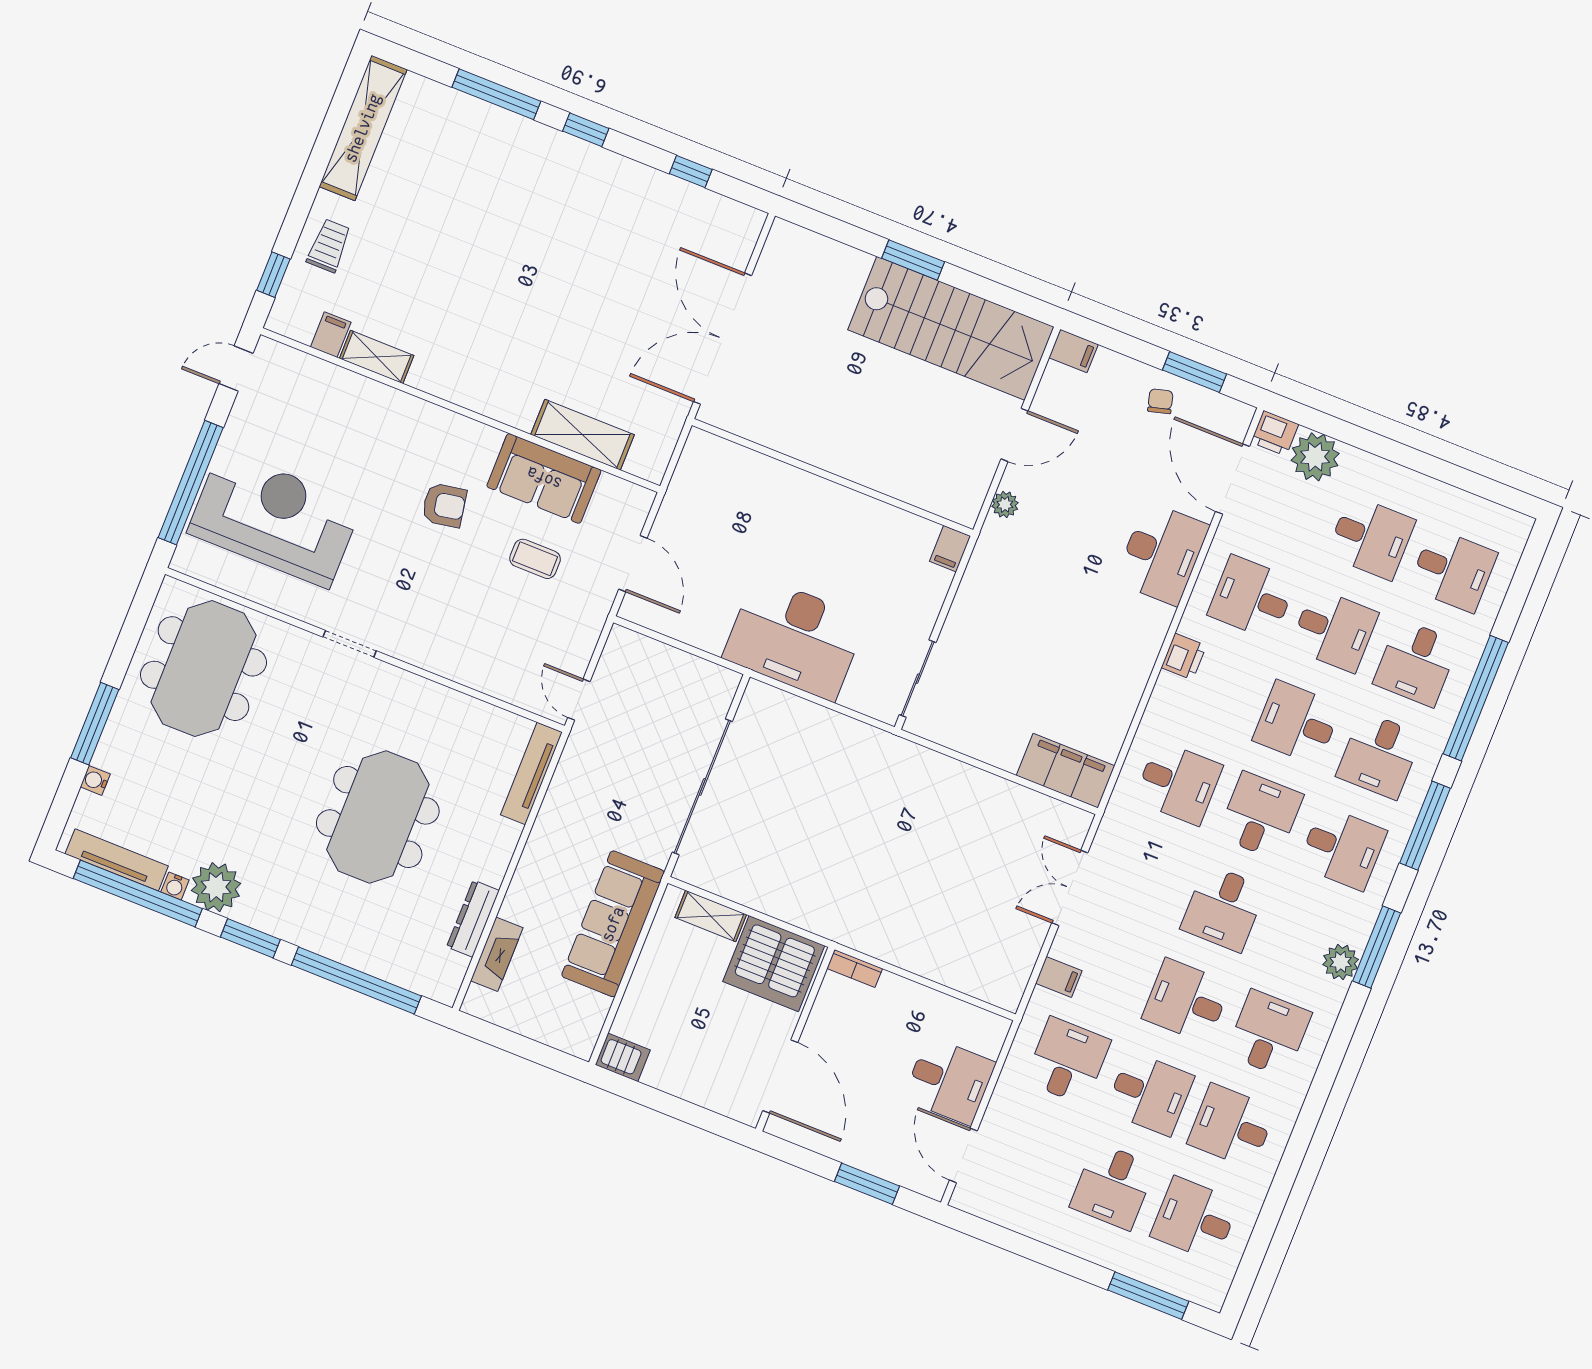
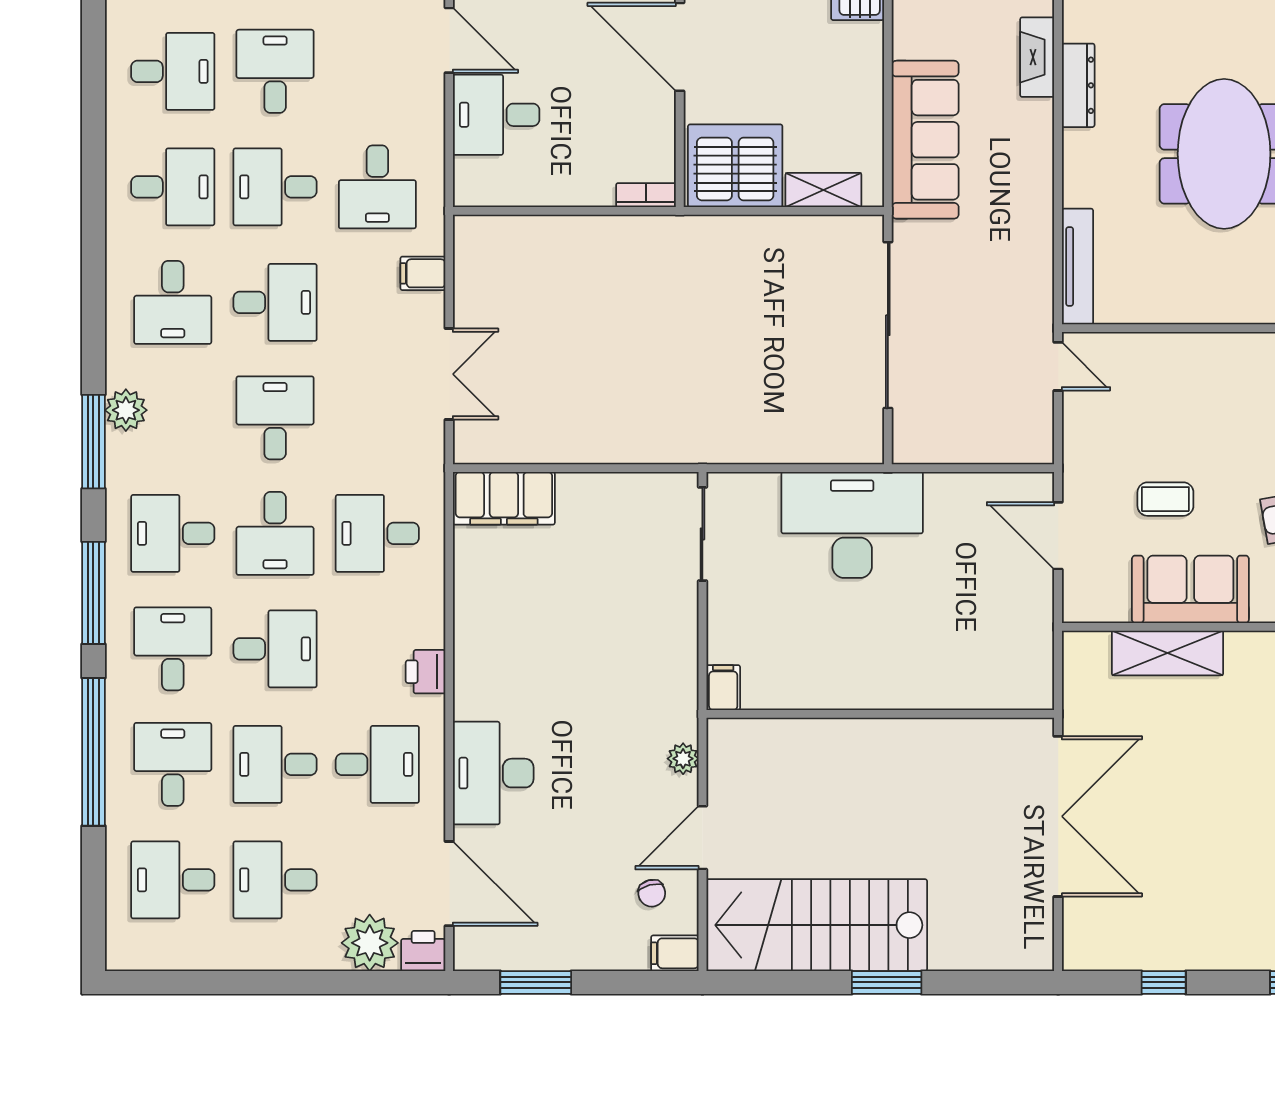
chair: (1160, 401) -> (652, 893), moved

